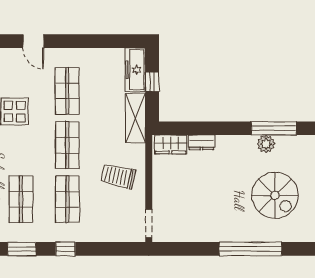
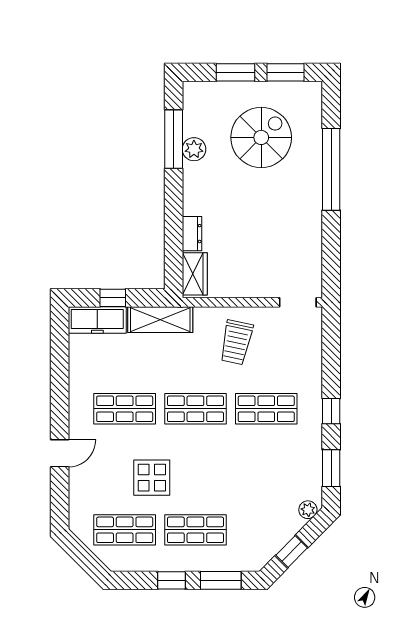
shop shelf: (21, 199) -> (266, 469), removed

